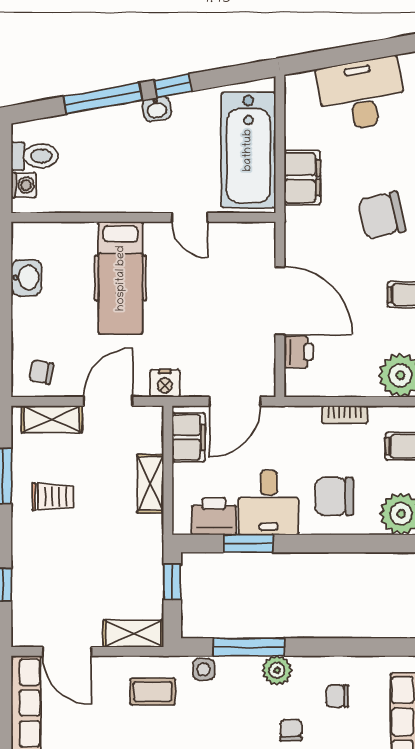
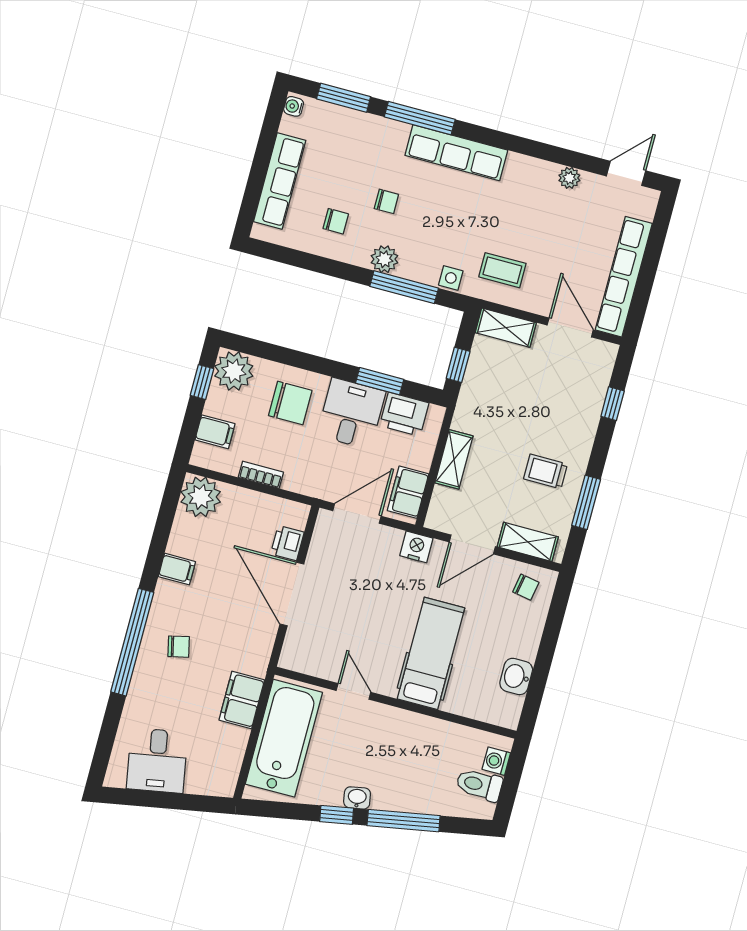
desk: (361, 94) -> (157, 761), width x0.73
chair: (382, 215) -> (179, 647), width x0.54, depth x0.54
chair: (291, 730) -> (386, 201), turned -90

